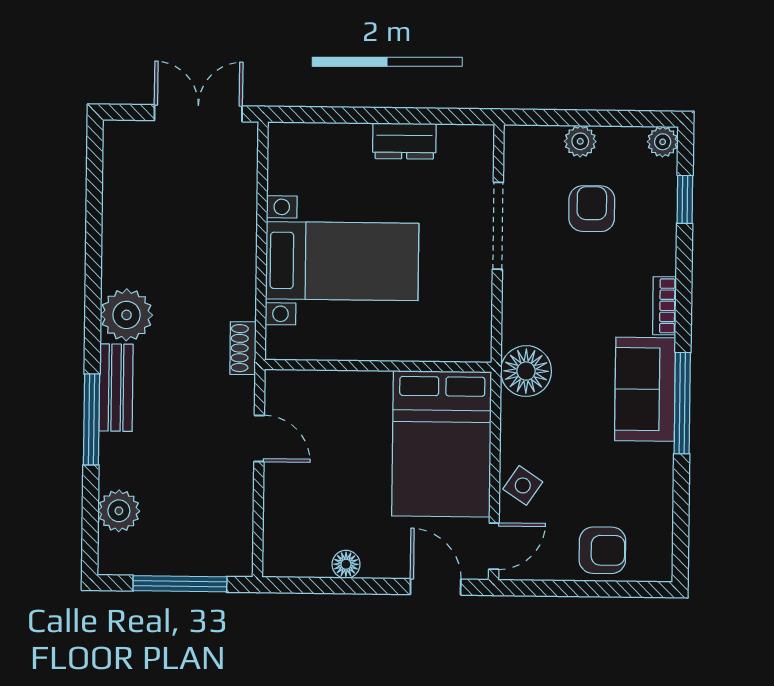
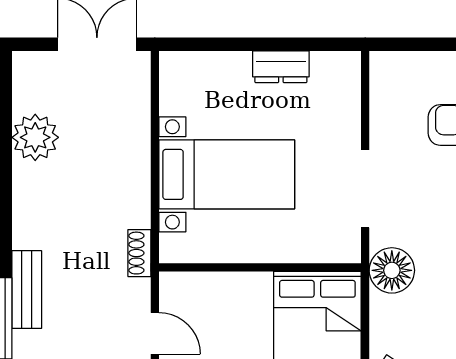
plant: (580, 141) -> (438, 65), removed
doorway: (498, 226) -> (365, 189), moved
plant: (127, 315) -> (35, 137), moved

